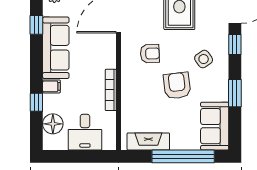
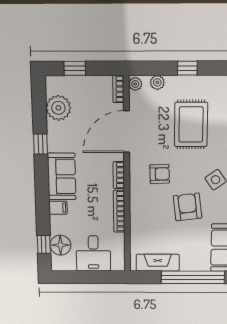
sofa: (56, 48) -> (62, 176), width x0.73
bookcase: (111, 55) -> (119, 175), added
window: (36, 102) -> (44, 244), moved

